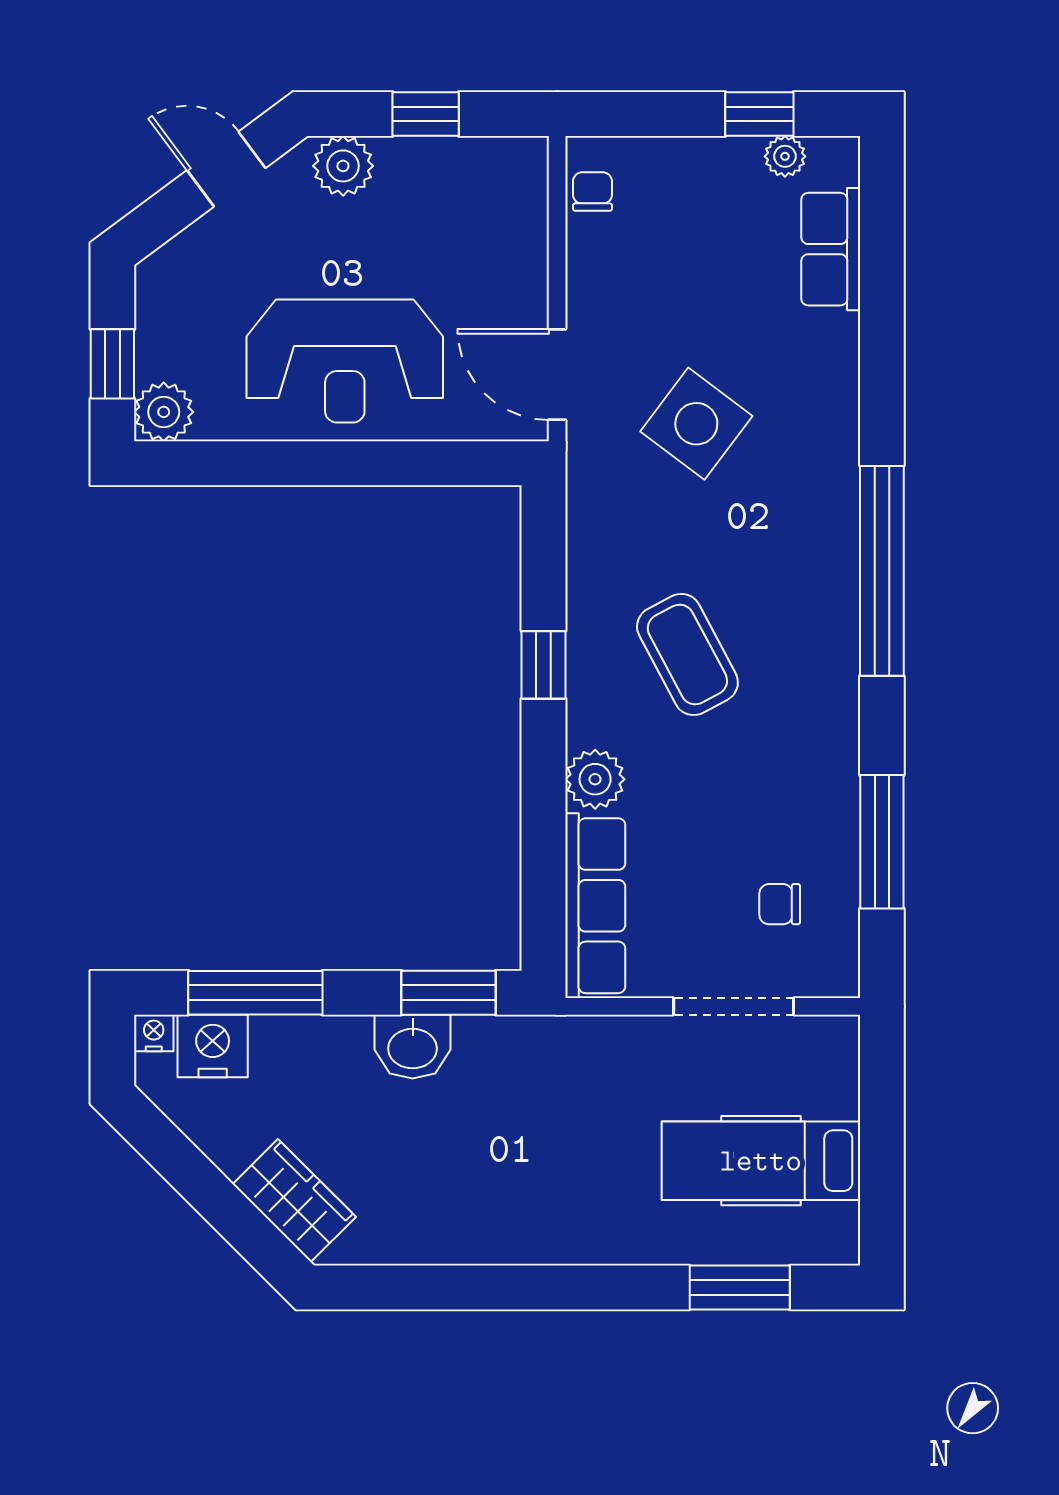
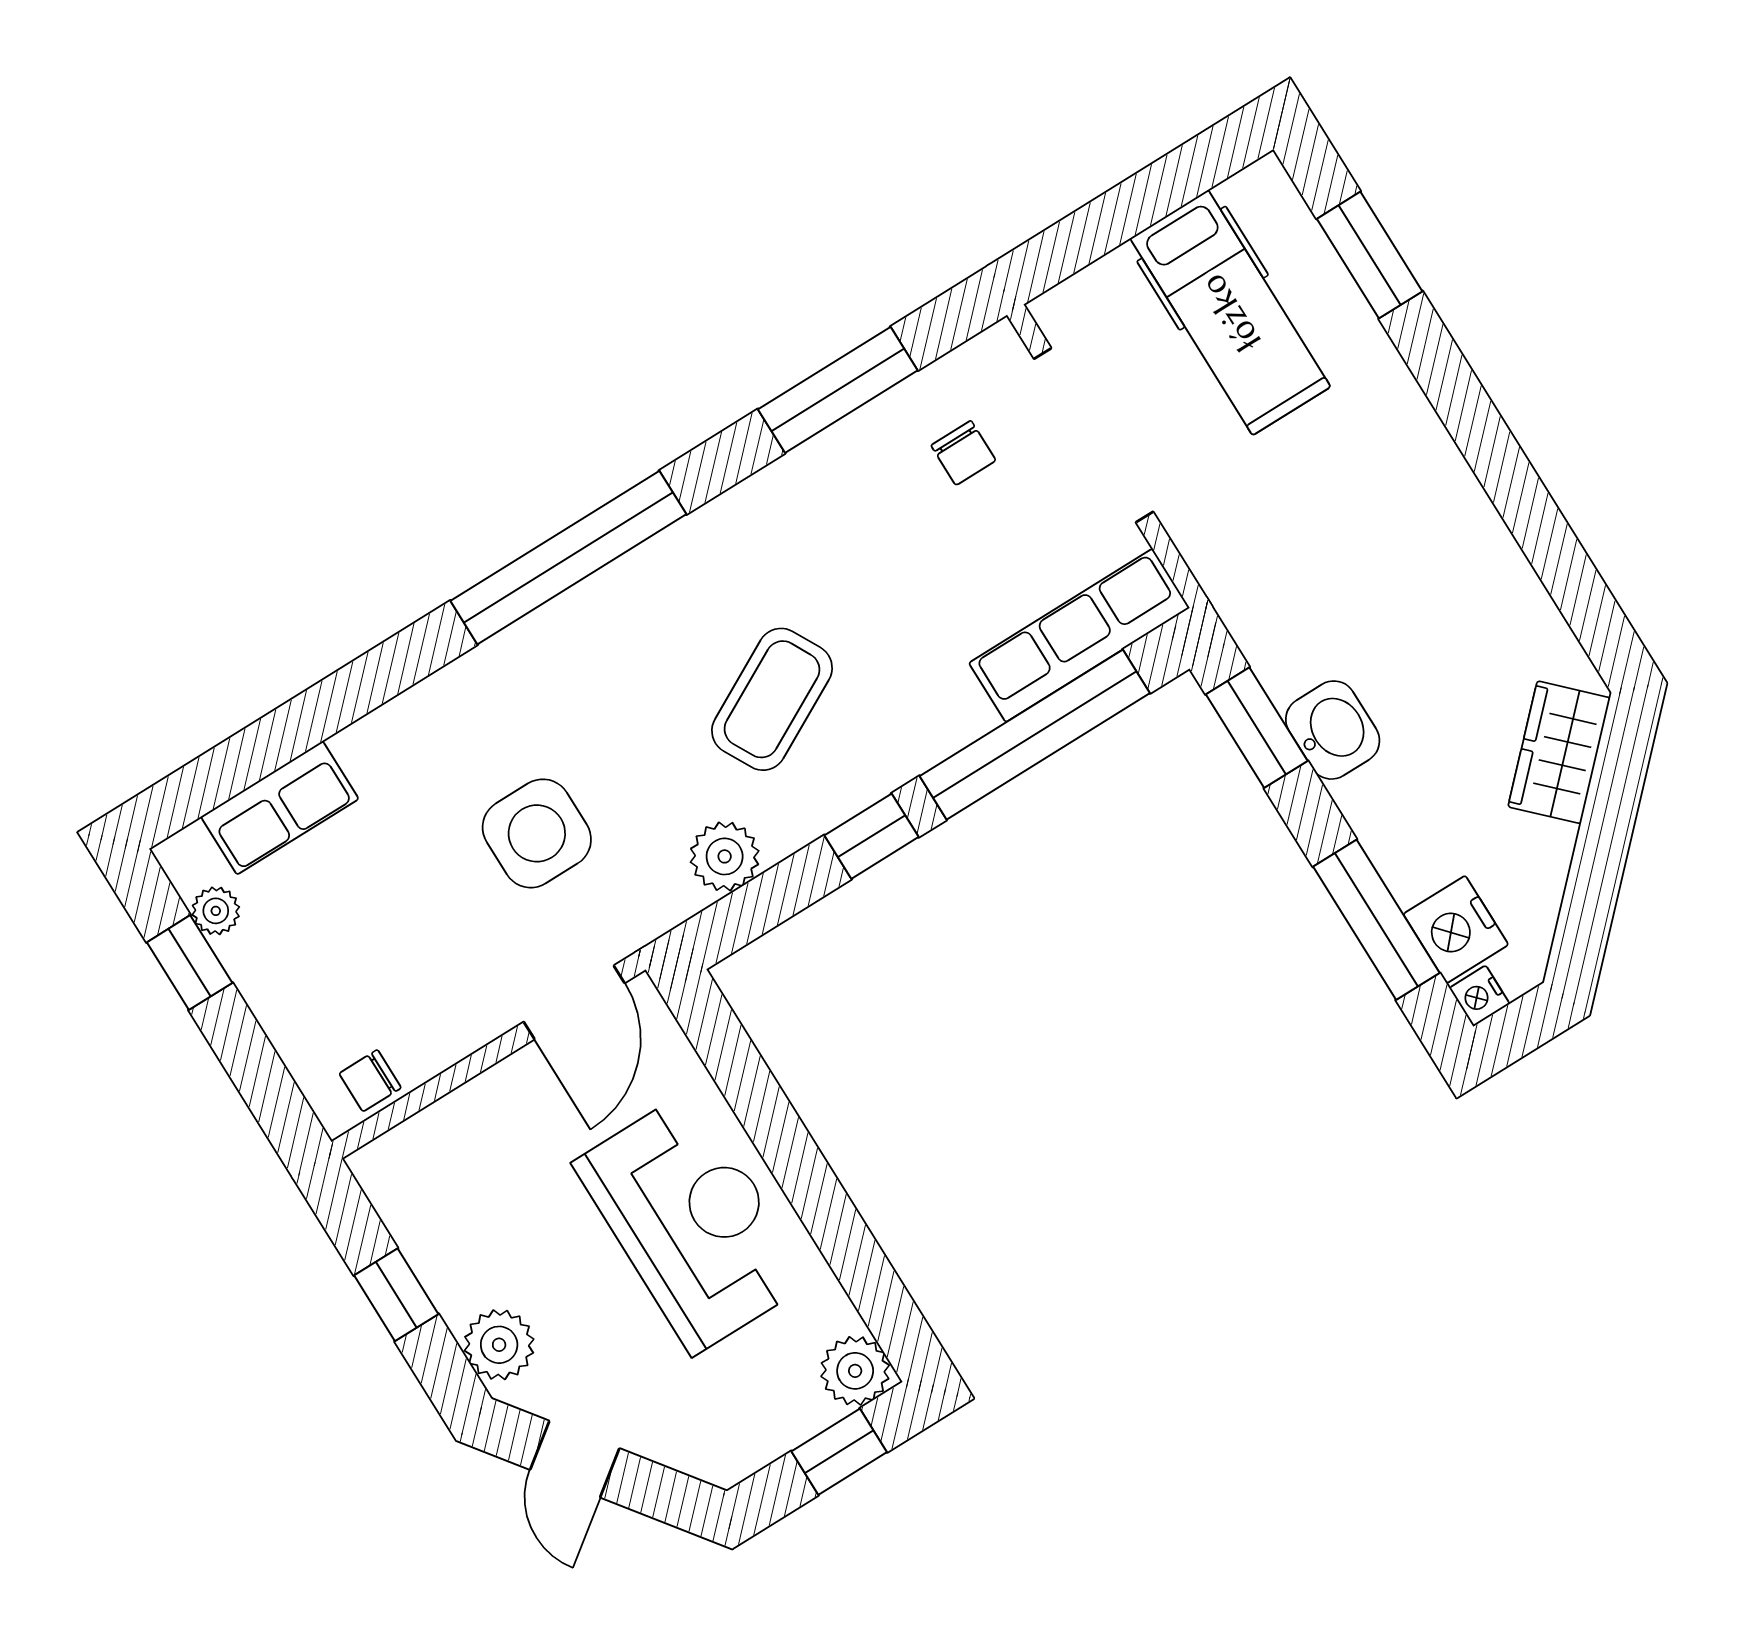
side table: (696, 424) -> (537, 833), turned -37
plant: (595, 779) -> (725, 856), moved
window: (544, 829) -> (1035, 735), added
doorway: (734, 1006) -> (1094, 435), width x1.36

